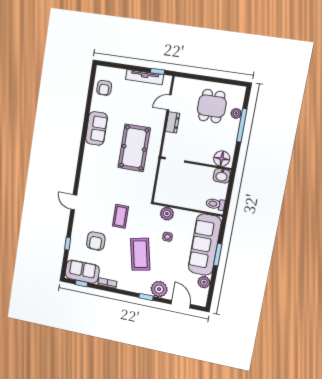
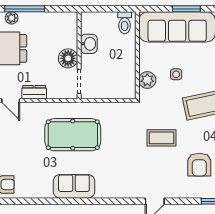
sofa: (96, 128) -> (74, 186), moved
floor lamp: (222, 159) -> (68, 58), moved
washbasin: (222, 176) -> (89, 44), moved
armchair: (96, 241) -> (199, 165), turned 90

